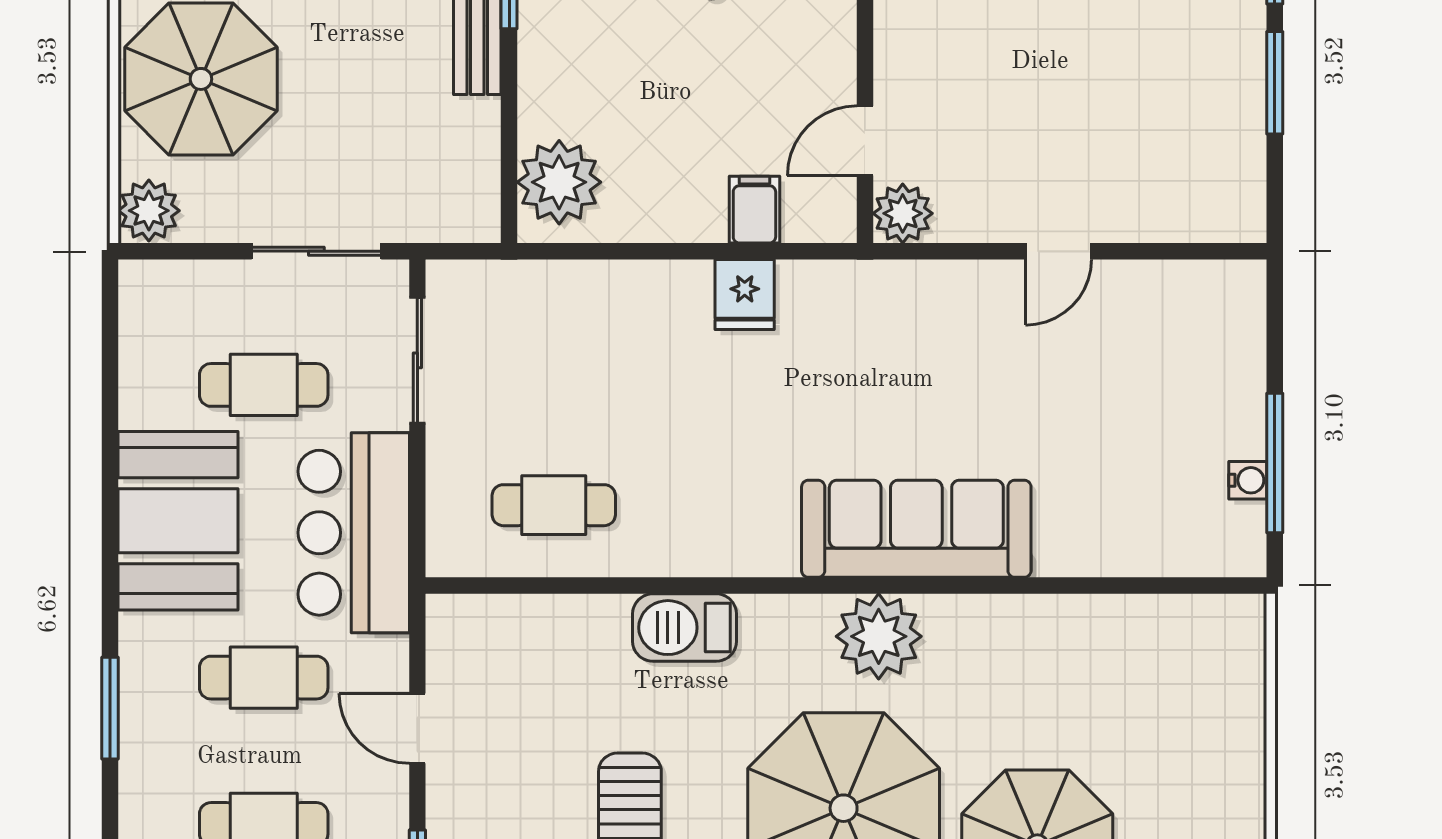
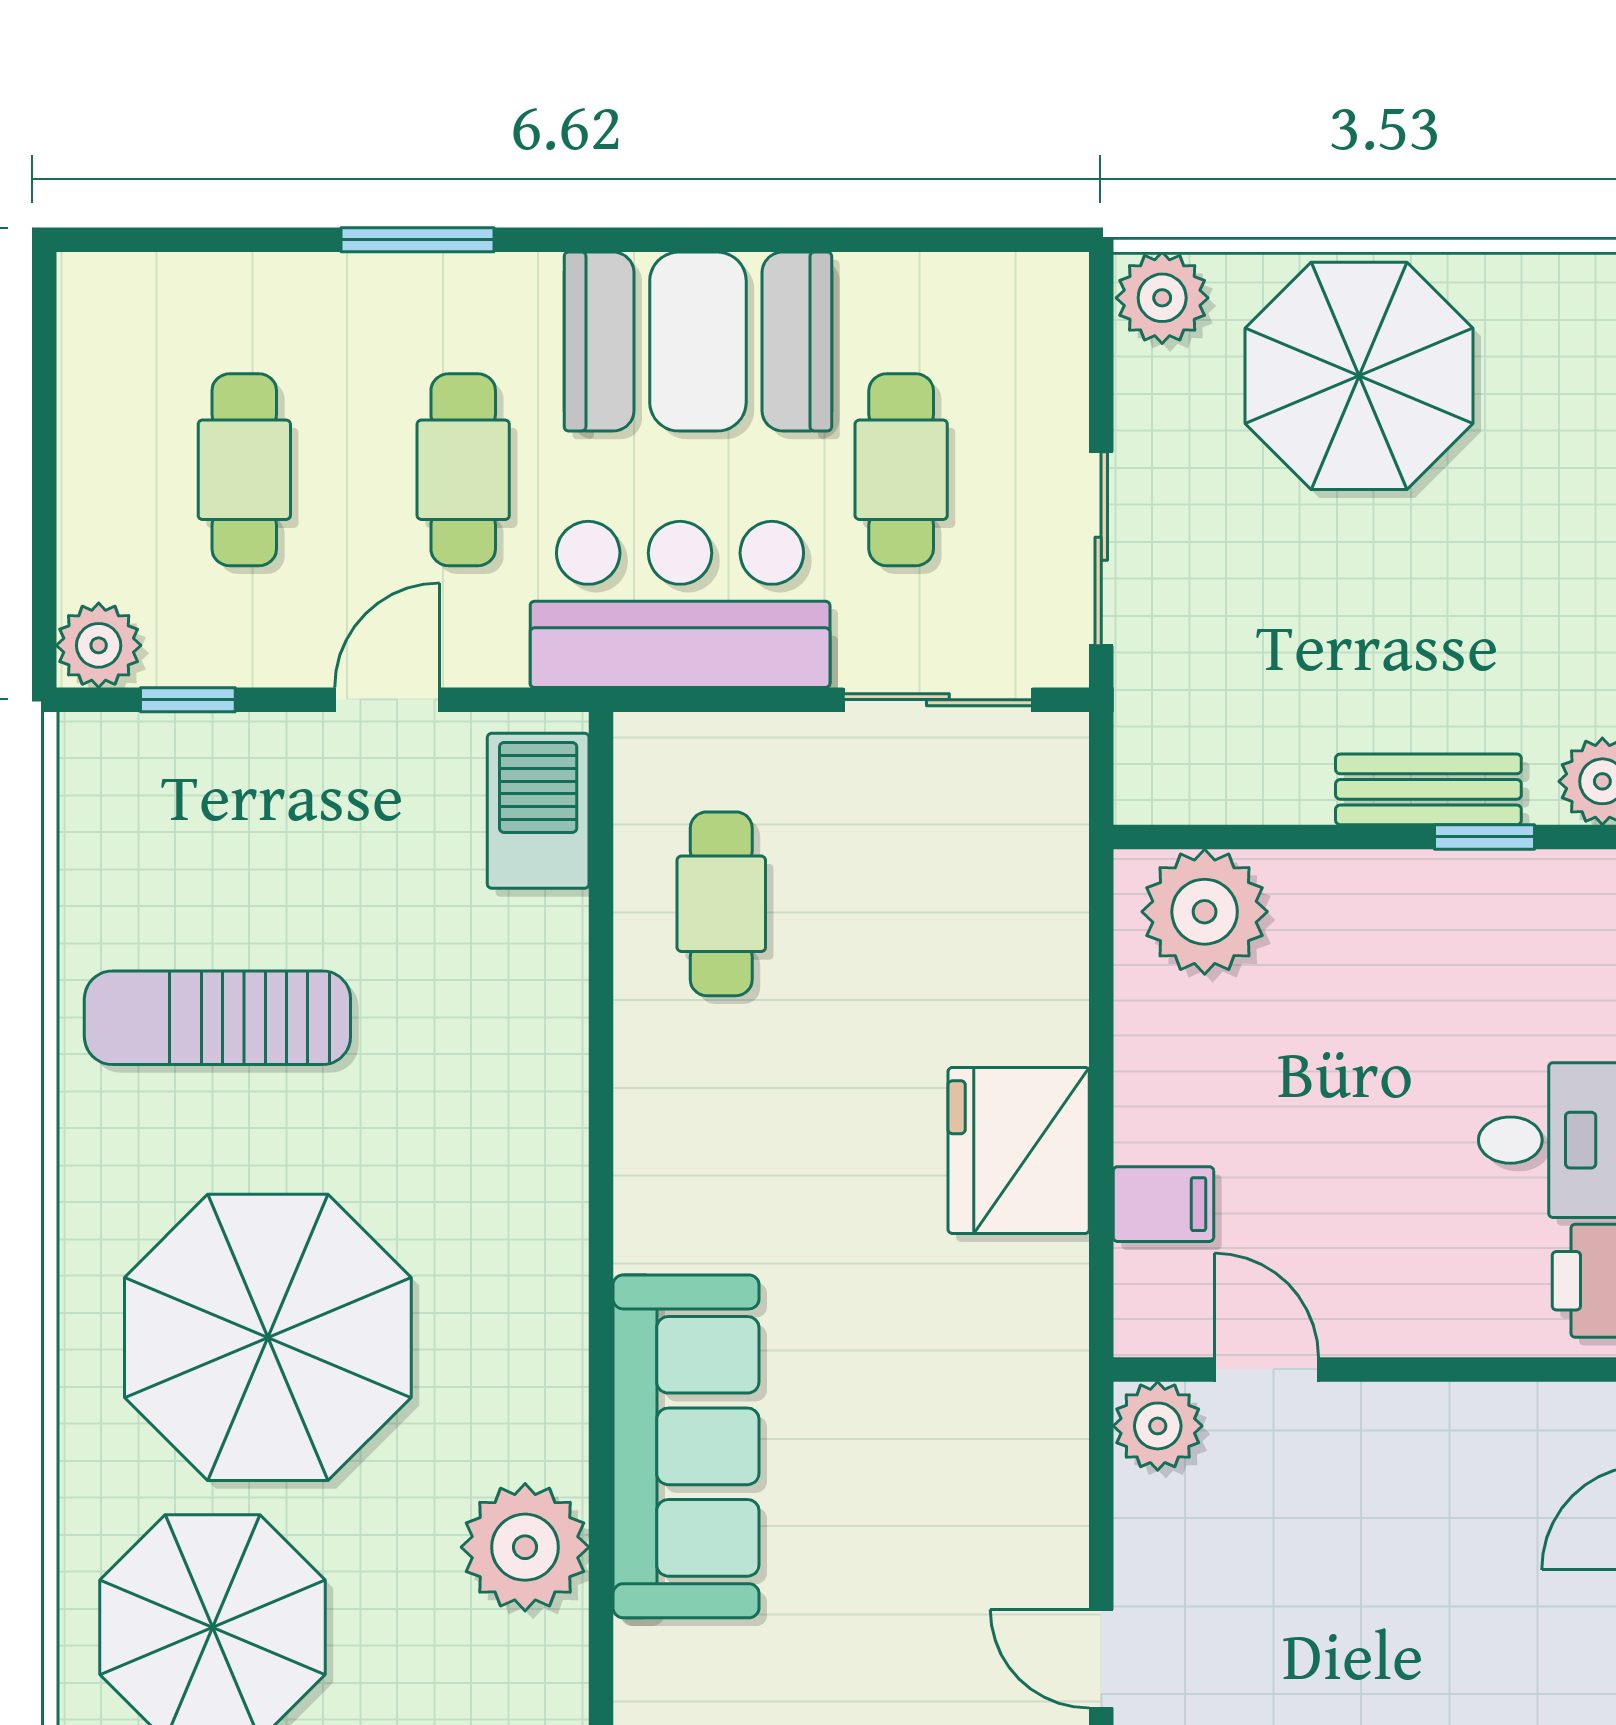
fridge: (745, 295) -> (1019, 1150), width x1.88, depth x1.34
barbecue: (685, 628) -> (538, 811), moved
plant: (879, 636) -> (525, 1547), moved

